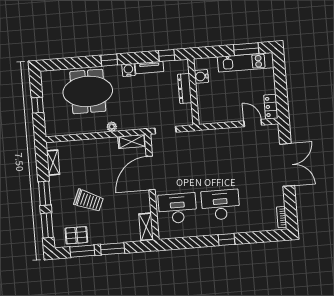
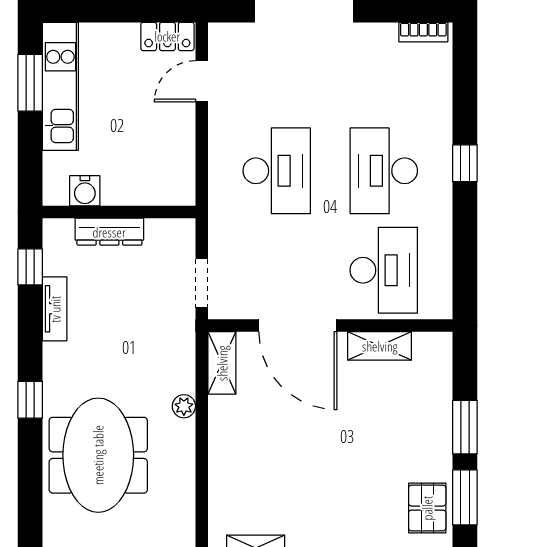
water cooler: (128, 70) -> (57, 357), removed
desk: (217, 159) -> (277, 171), added
trolley: (89, 201) -> (350, 474), removed
desk: (177, 208) -> (384, 270), turned 180
shelving: (146, 227) -> (380, 346), moved

